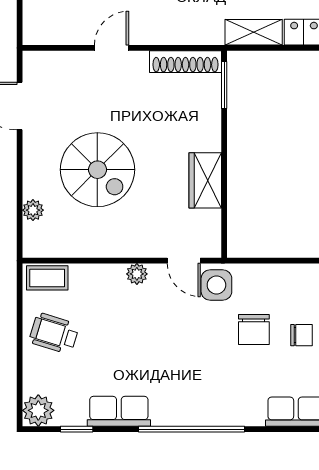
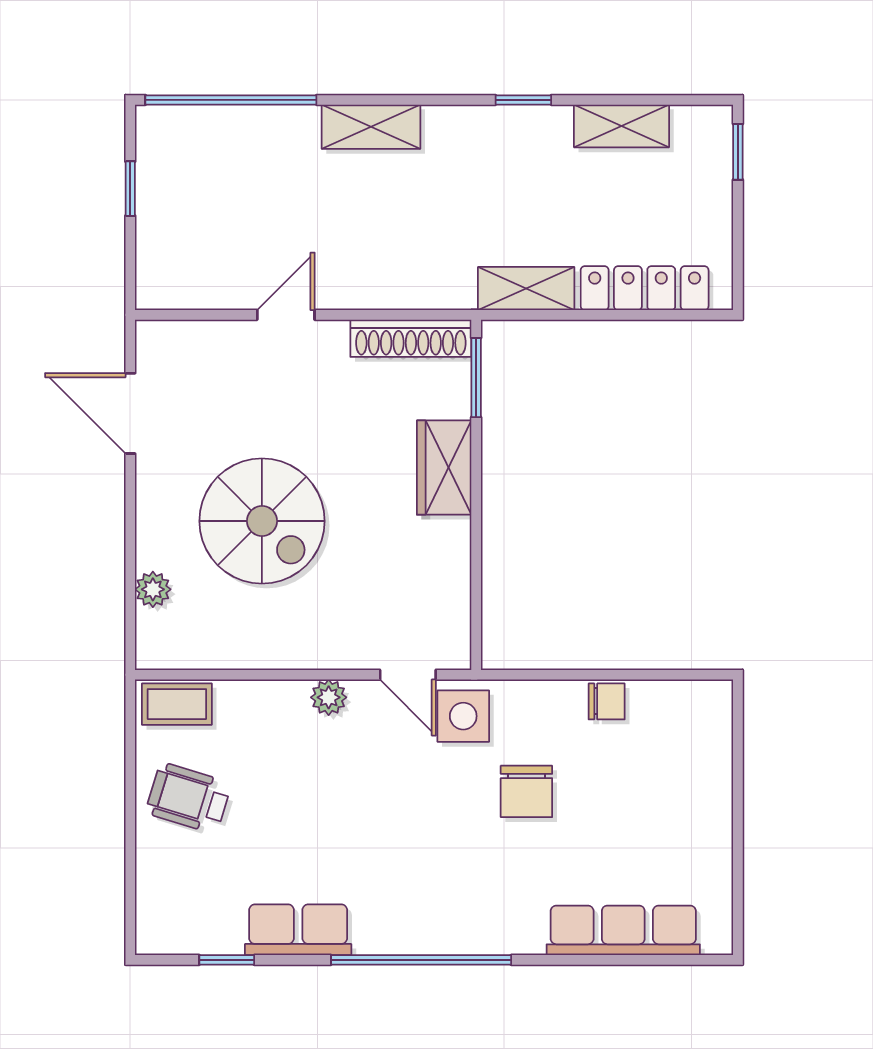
wardrobe: (205, 180) -> (444, 468), moved
chair: (301, 335) -> (607, 701), moved
plant: (38, 410) -> (162, 928), removed

